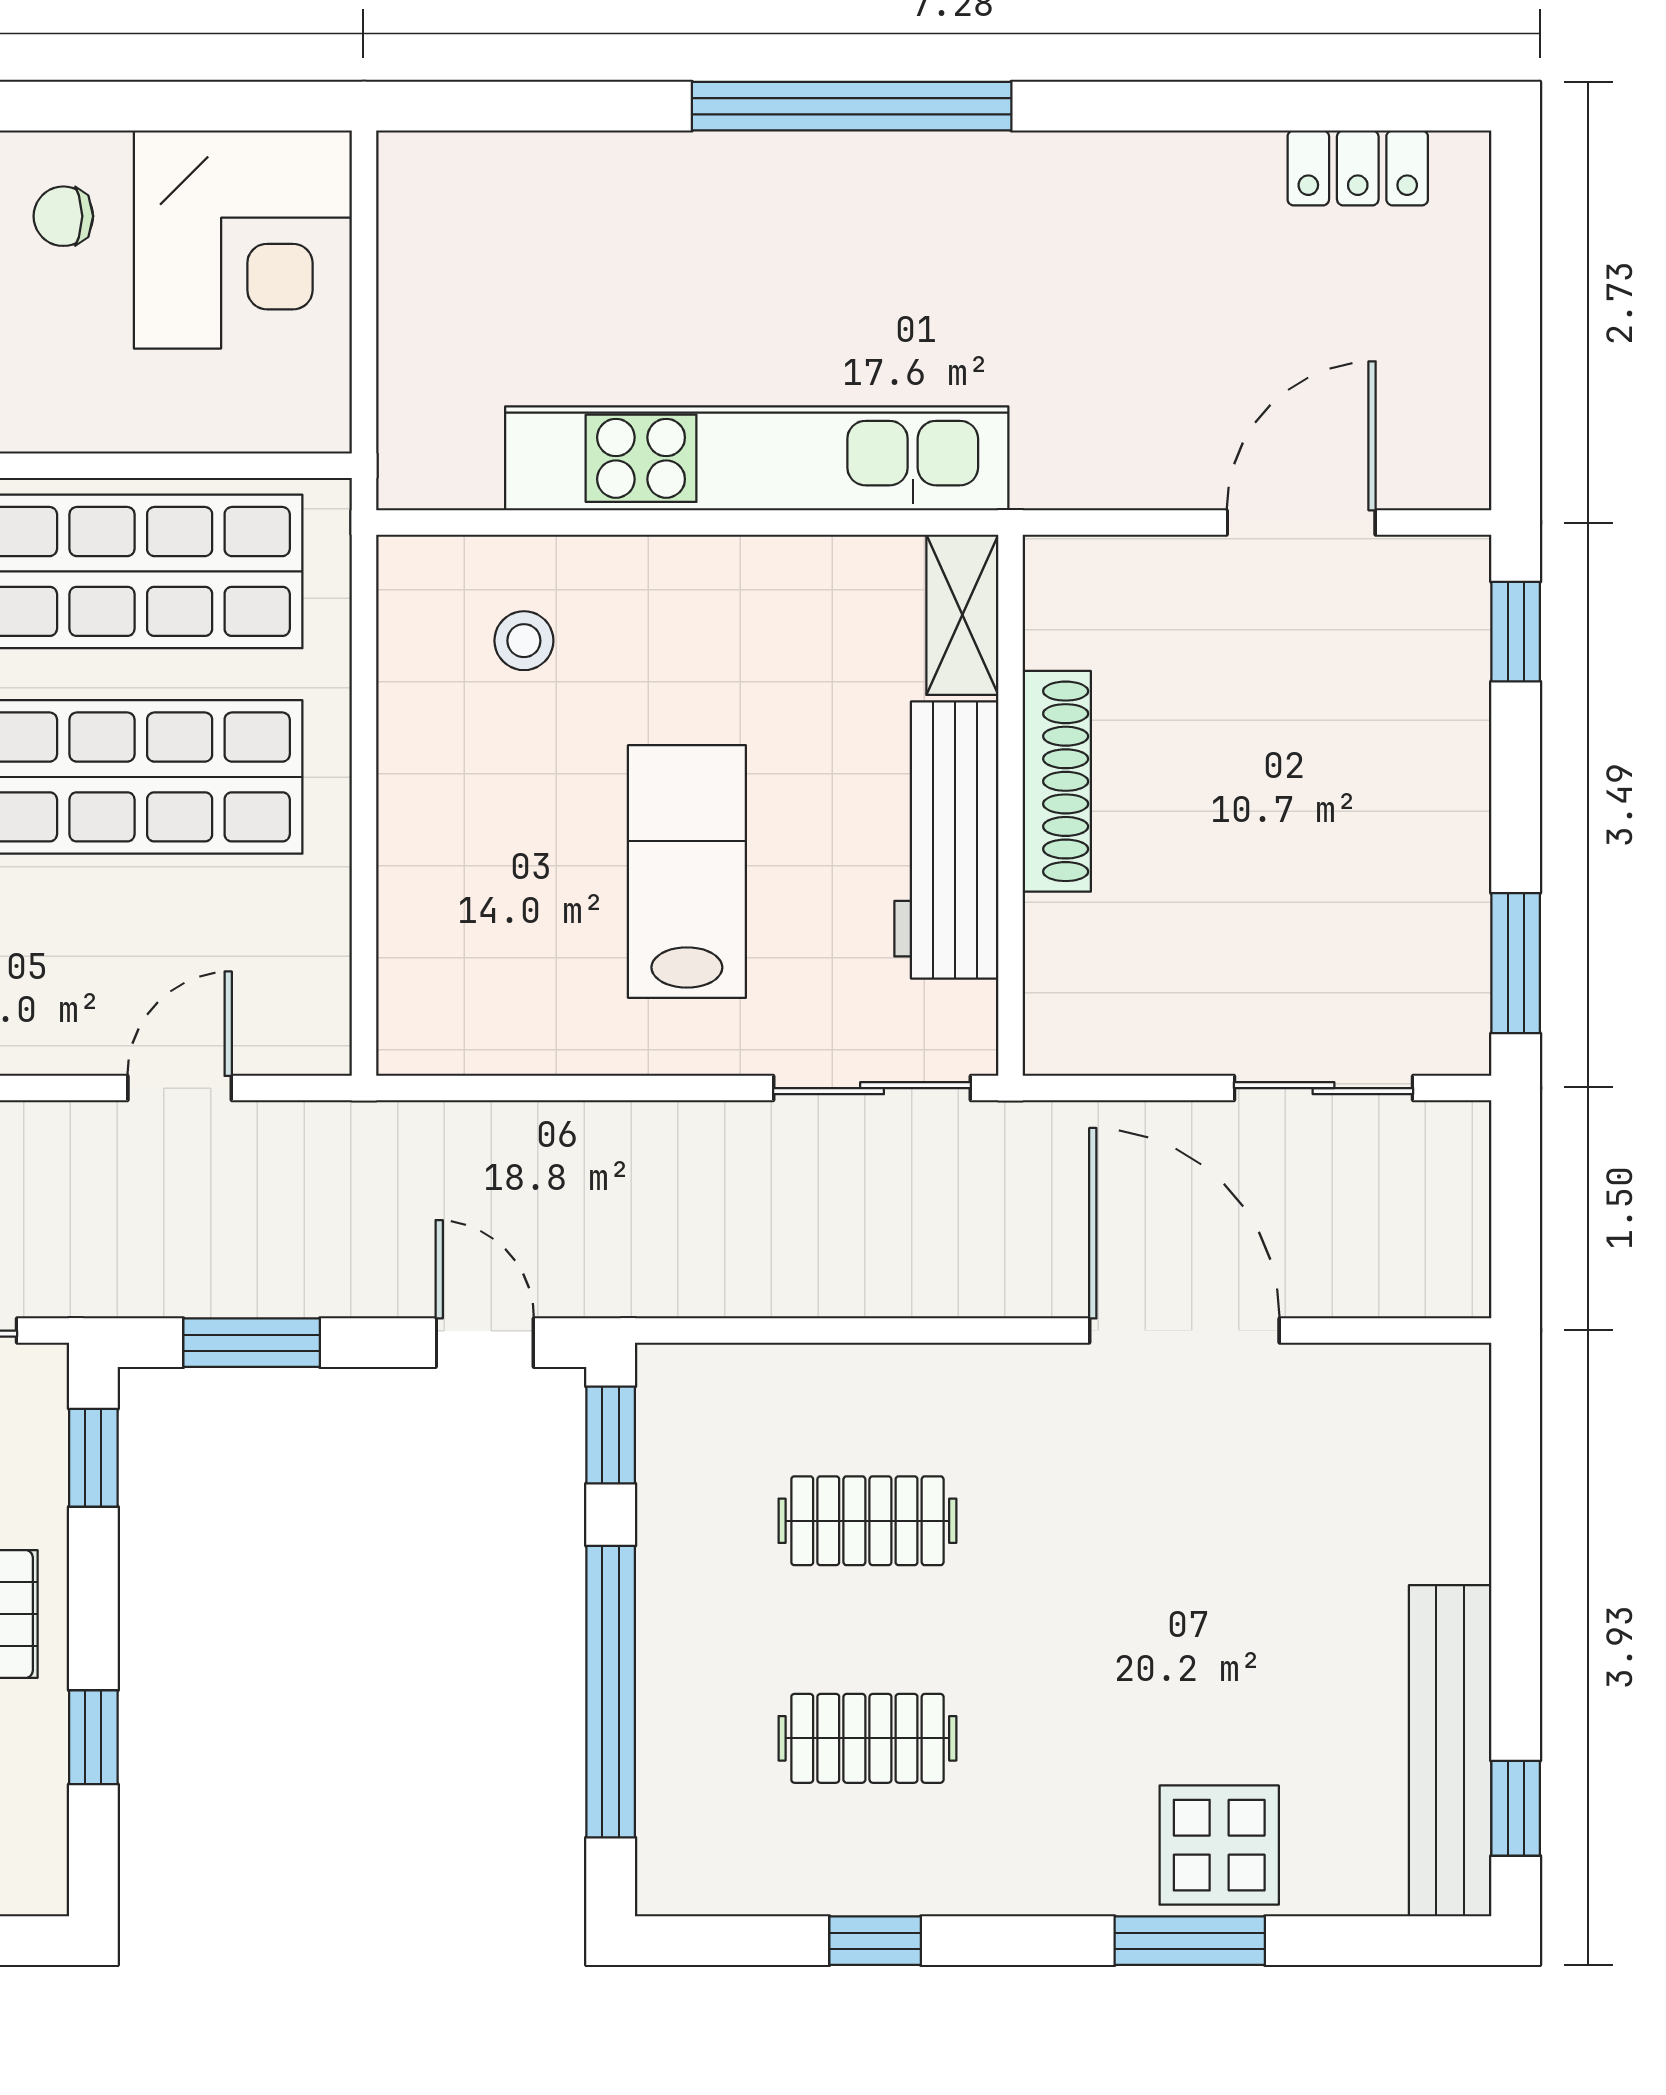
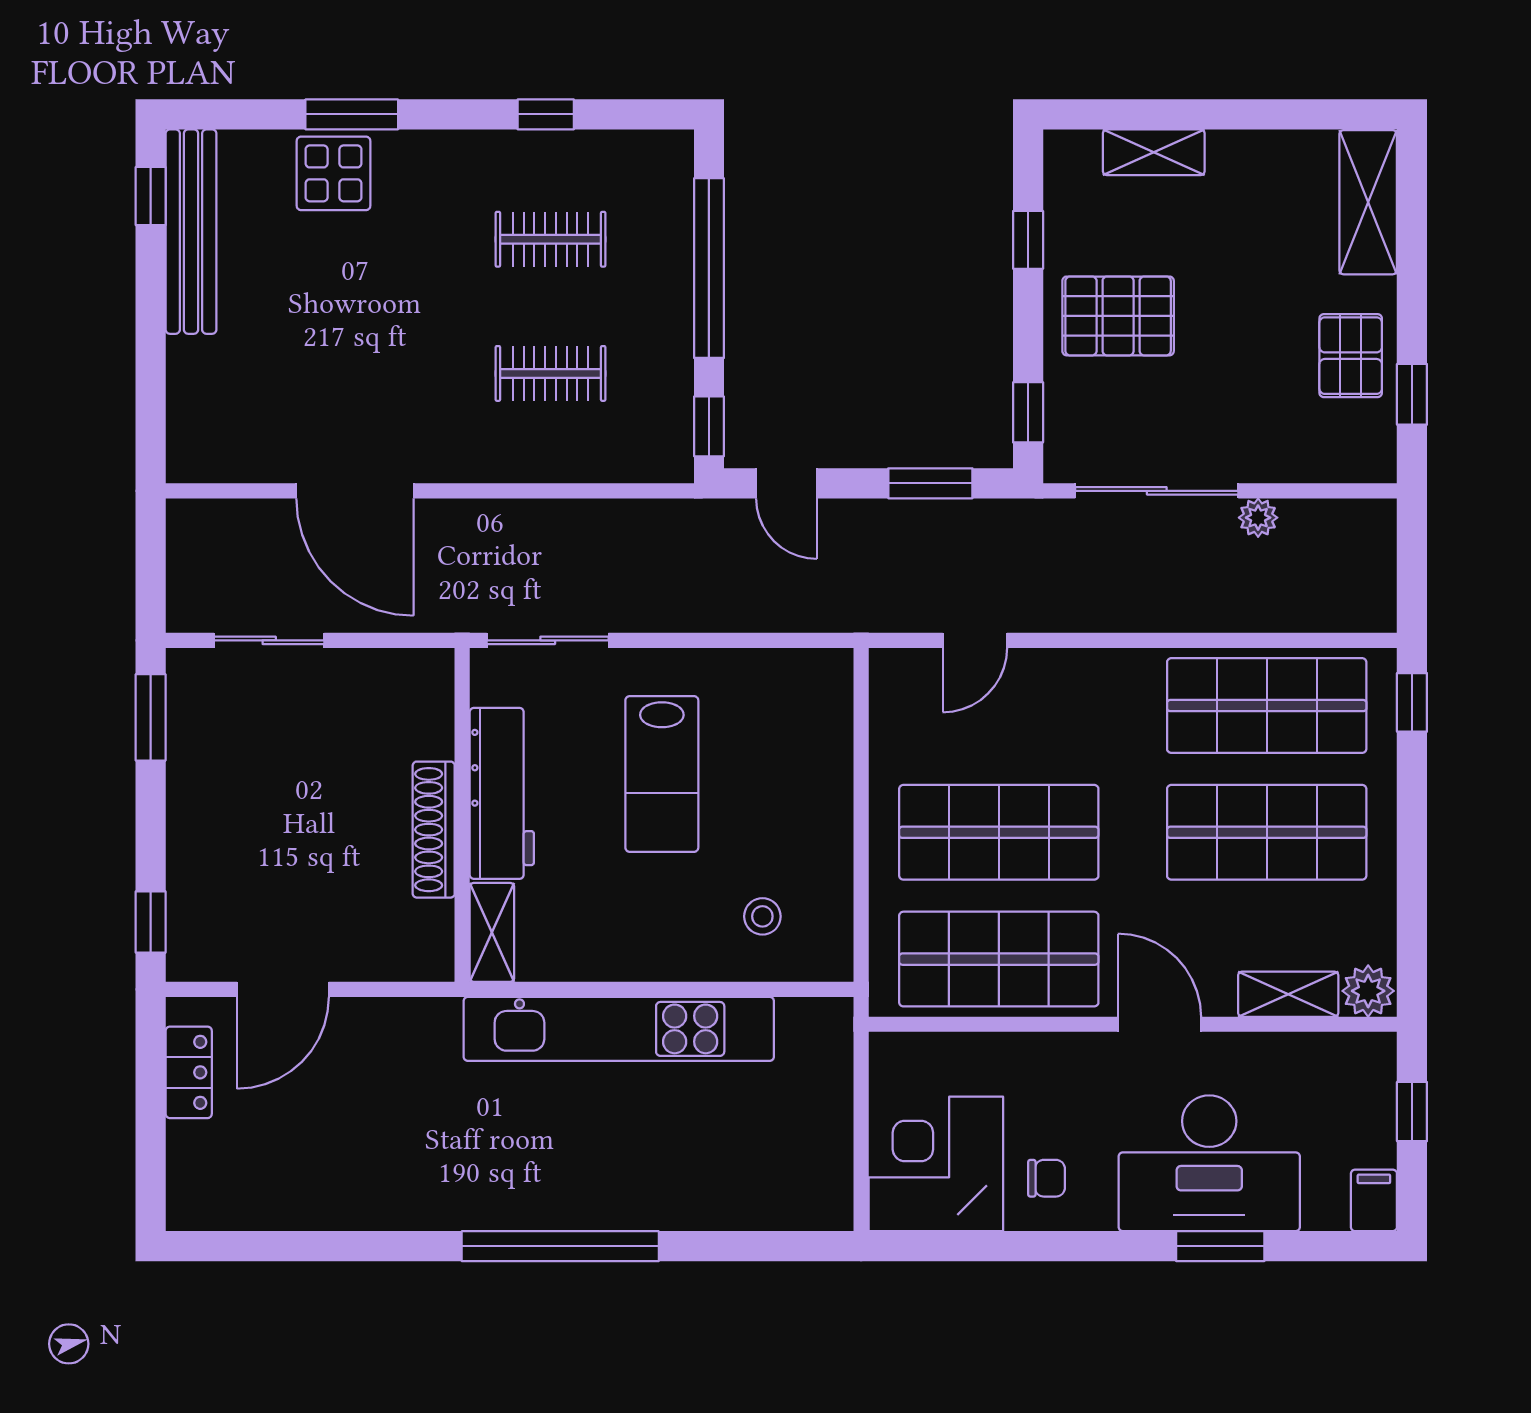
locker: (1358, 168) -> (189, 1072), moved, turned 90

